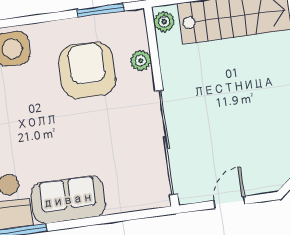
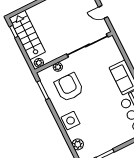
armchair: (87, 70) -> (69, 87), turned 90

